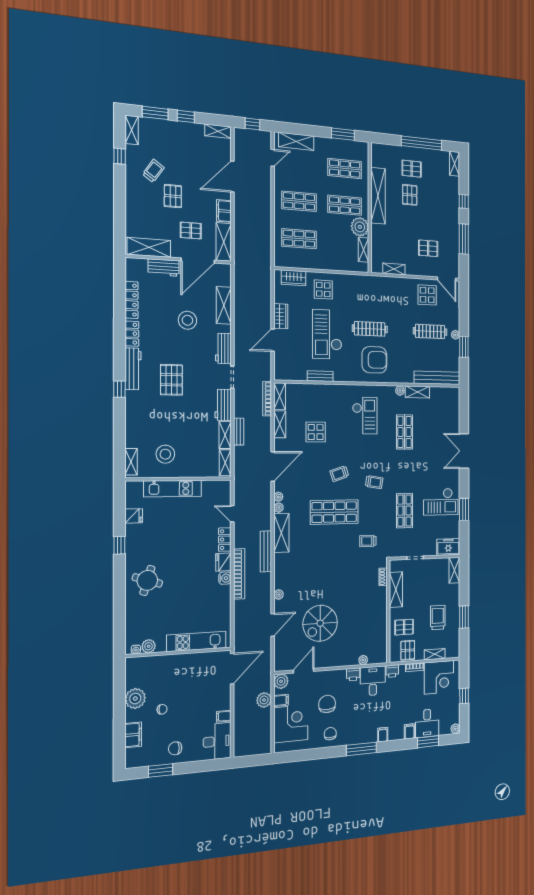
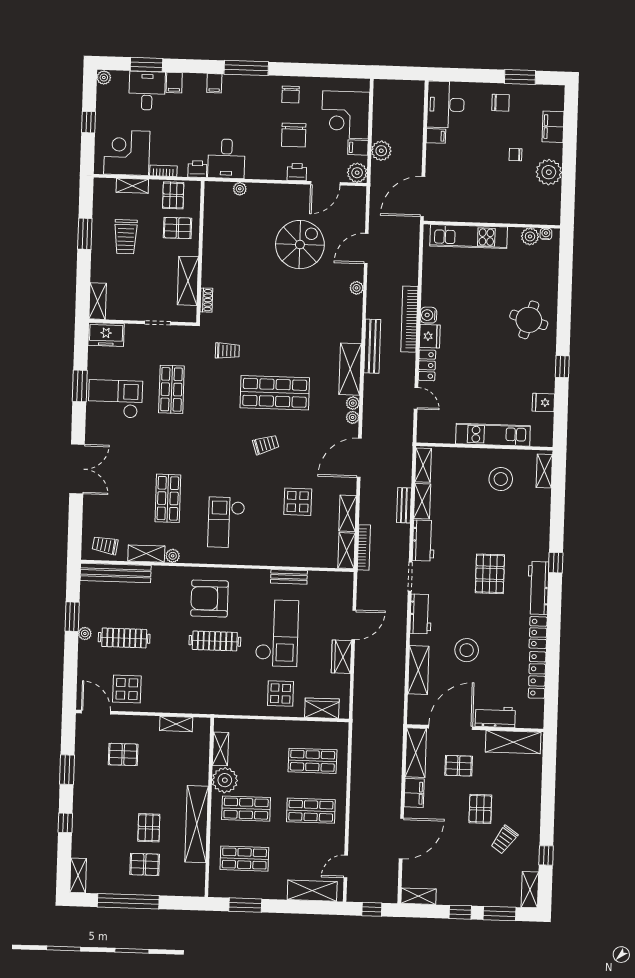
window: (464, 239) -> (67, 770), width x0.69
trolley: (374, 482) -> (105, 545), moved
printer: (353, 674) -> (297, 172), moved

